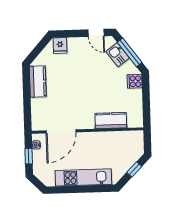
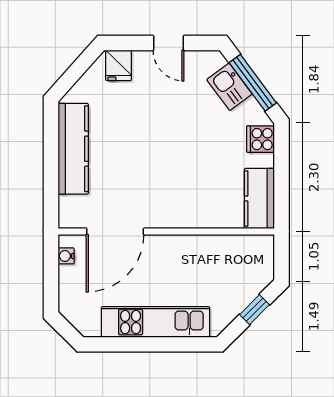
door: (96, 33) -> (169, 43), moved
kitchen counter: (38, 82) -> (73, 149), width x1.50
kitchen counter: (111, 121) -> (259, 199), moved, turned -90
window: (29, 156) -> (51, 278), removed

